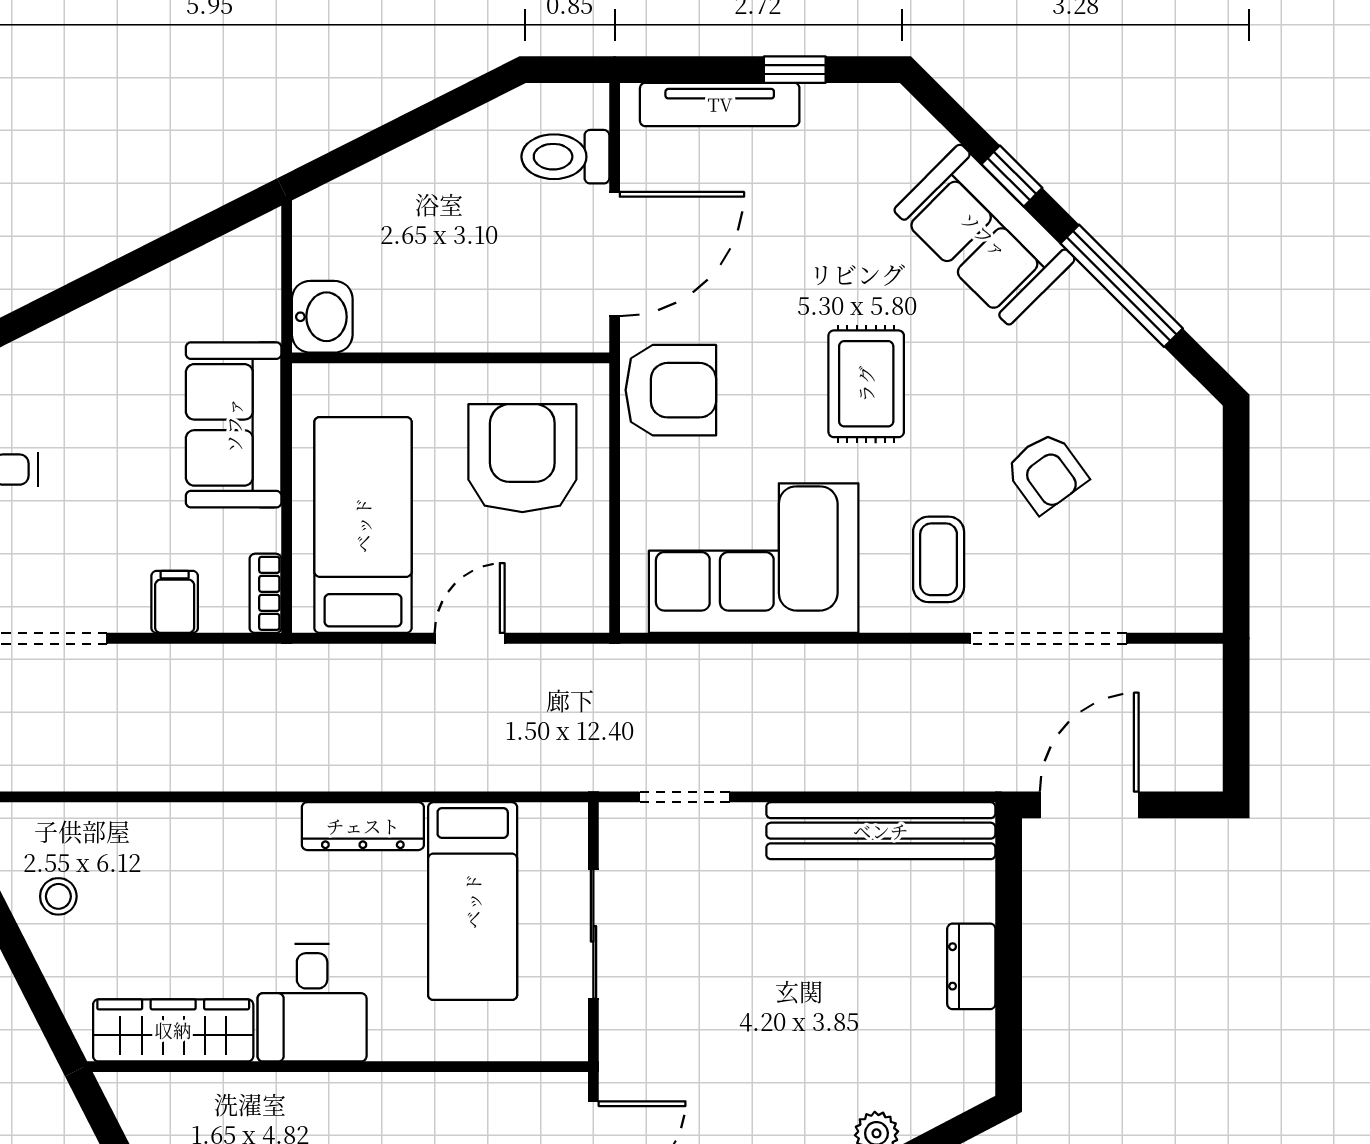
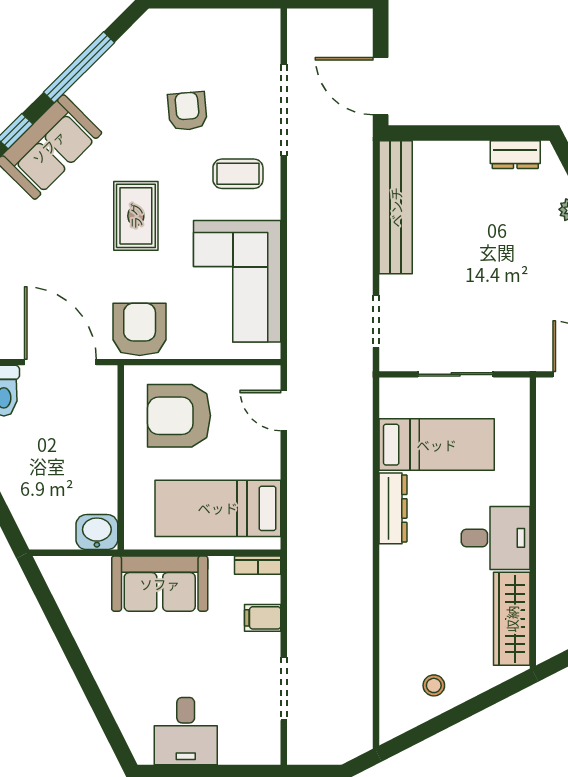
rug: (866, 384) -> (136, 216), turned 90
armchair: (1046, 472) -> (187, 111), turned -59
door: (470, 638) -> (284, 410), moved
dresser: (971, 966) -> (515, 155), moved

